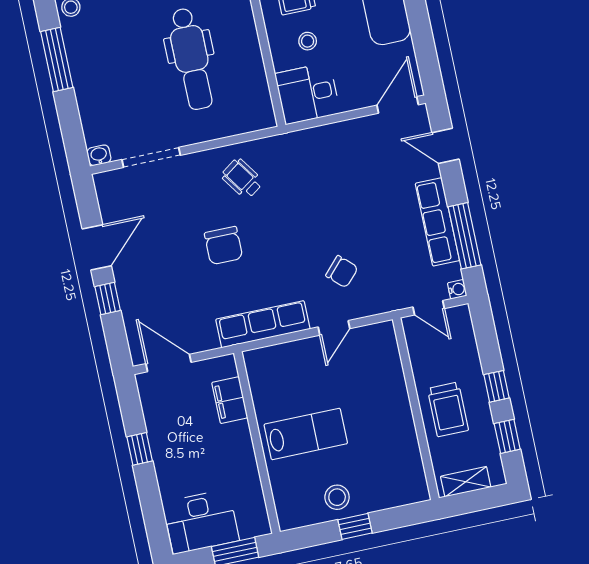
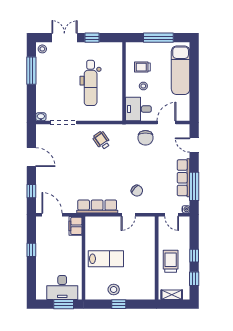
door: (398, 105) -> (166, 123), moved
chair: (223, 246) -> (145, 138), moved
door: (97, 247) -> (31, 157), hinge flipped
window: (108, 298) -> (31, 191), moved
filing cabinet: (230, 400) -> (76, 226), moved
trolley: (448, 409) -> (171, 261), turned 180
desk: (201, 522) -> (62, 288), moved

